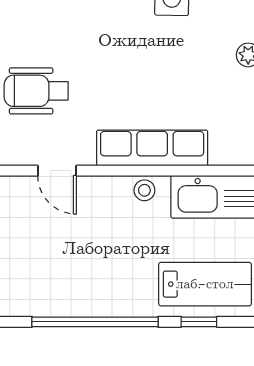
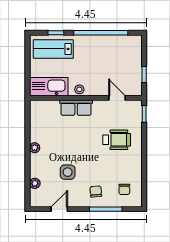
wheelchair: (36, 91) -> (117, 140), moved
row of seats: (152, 148) -> (76, 108), width x0.68

